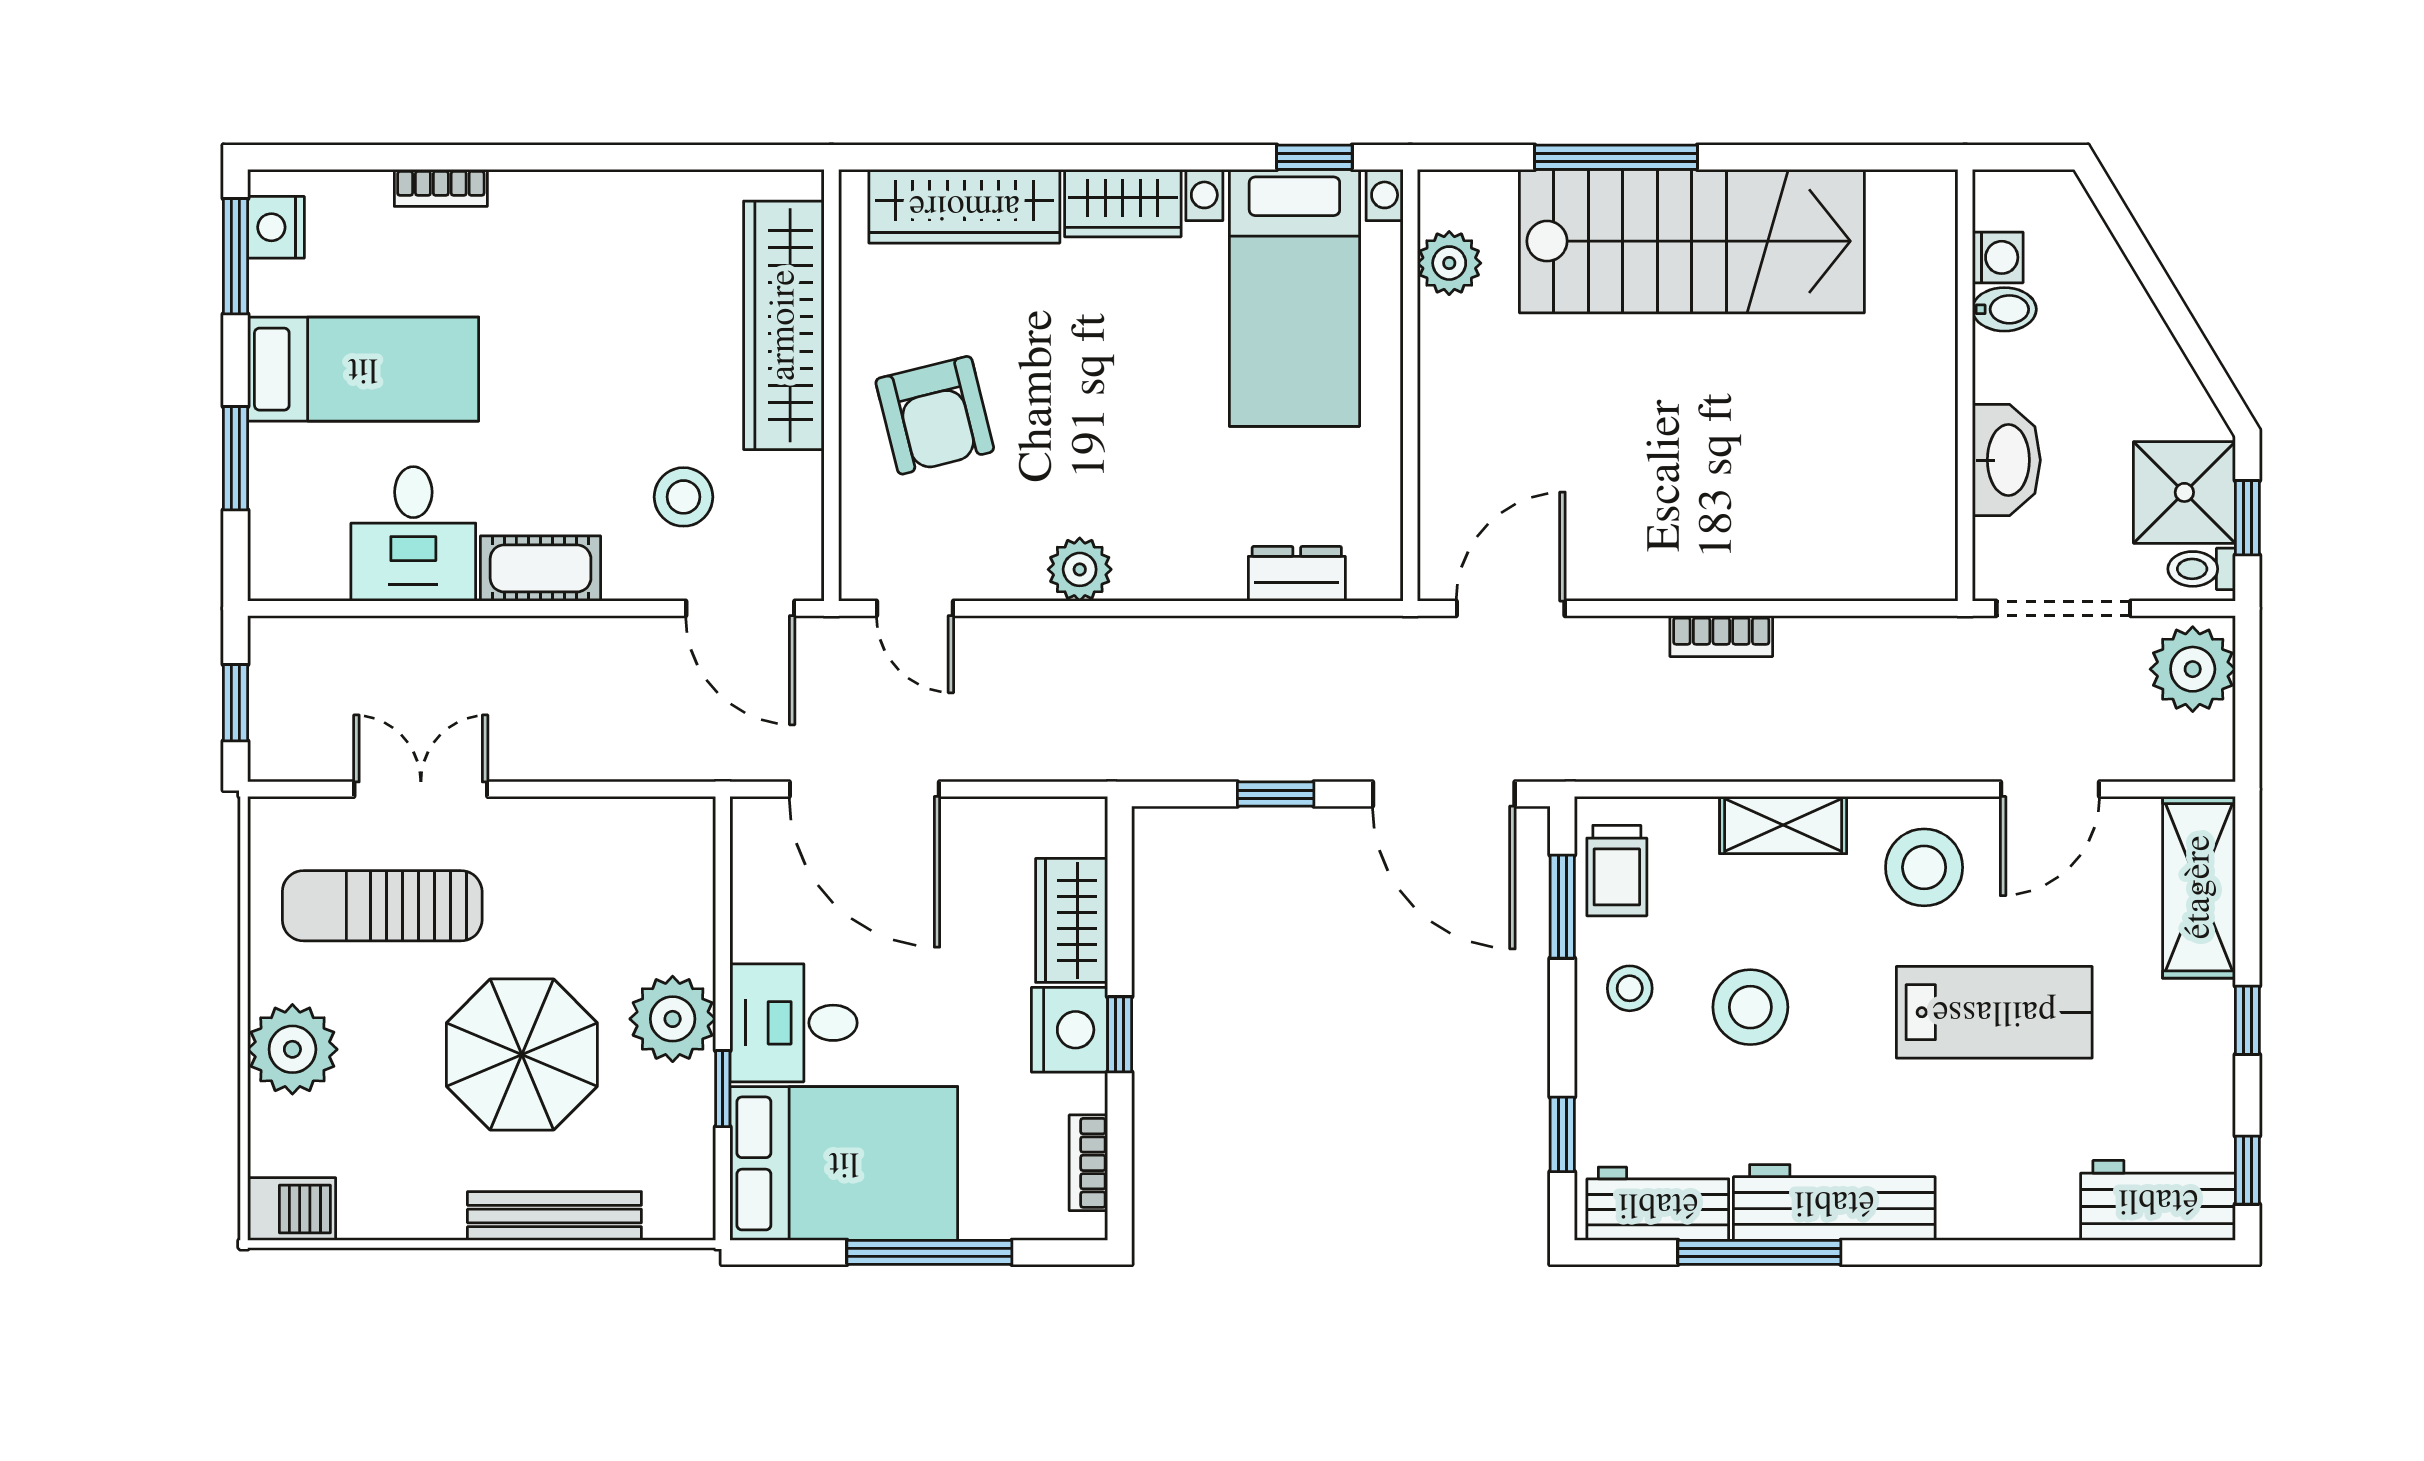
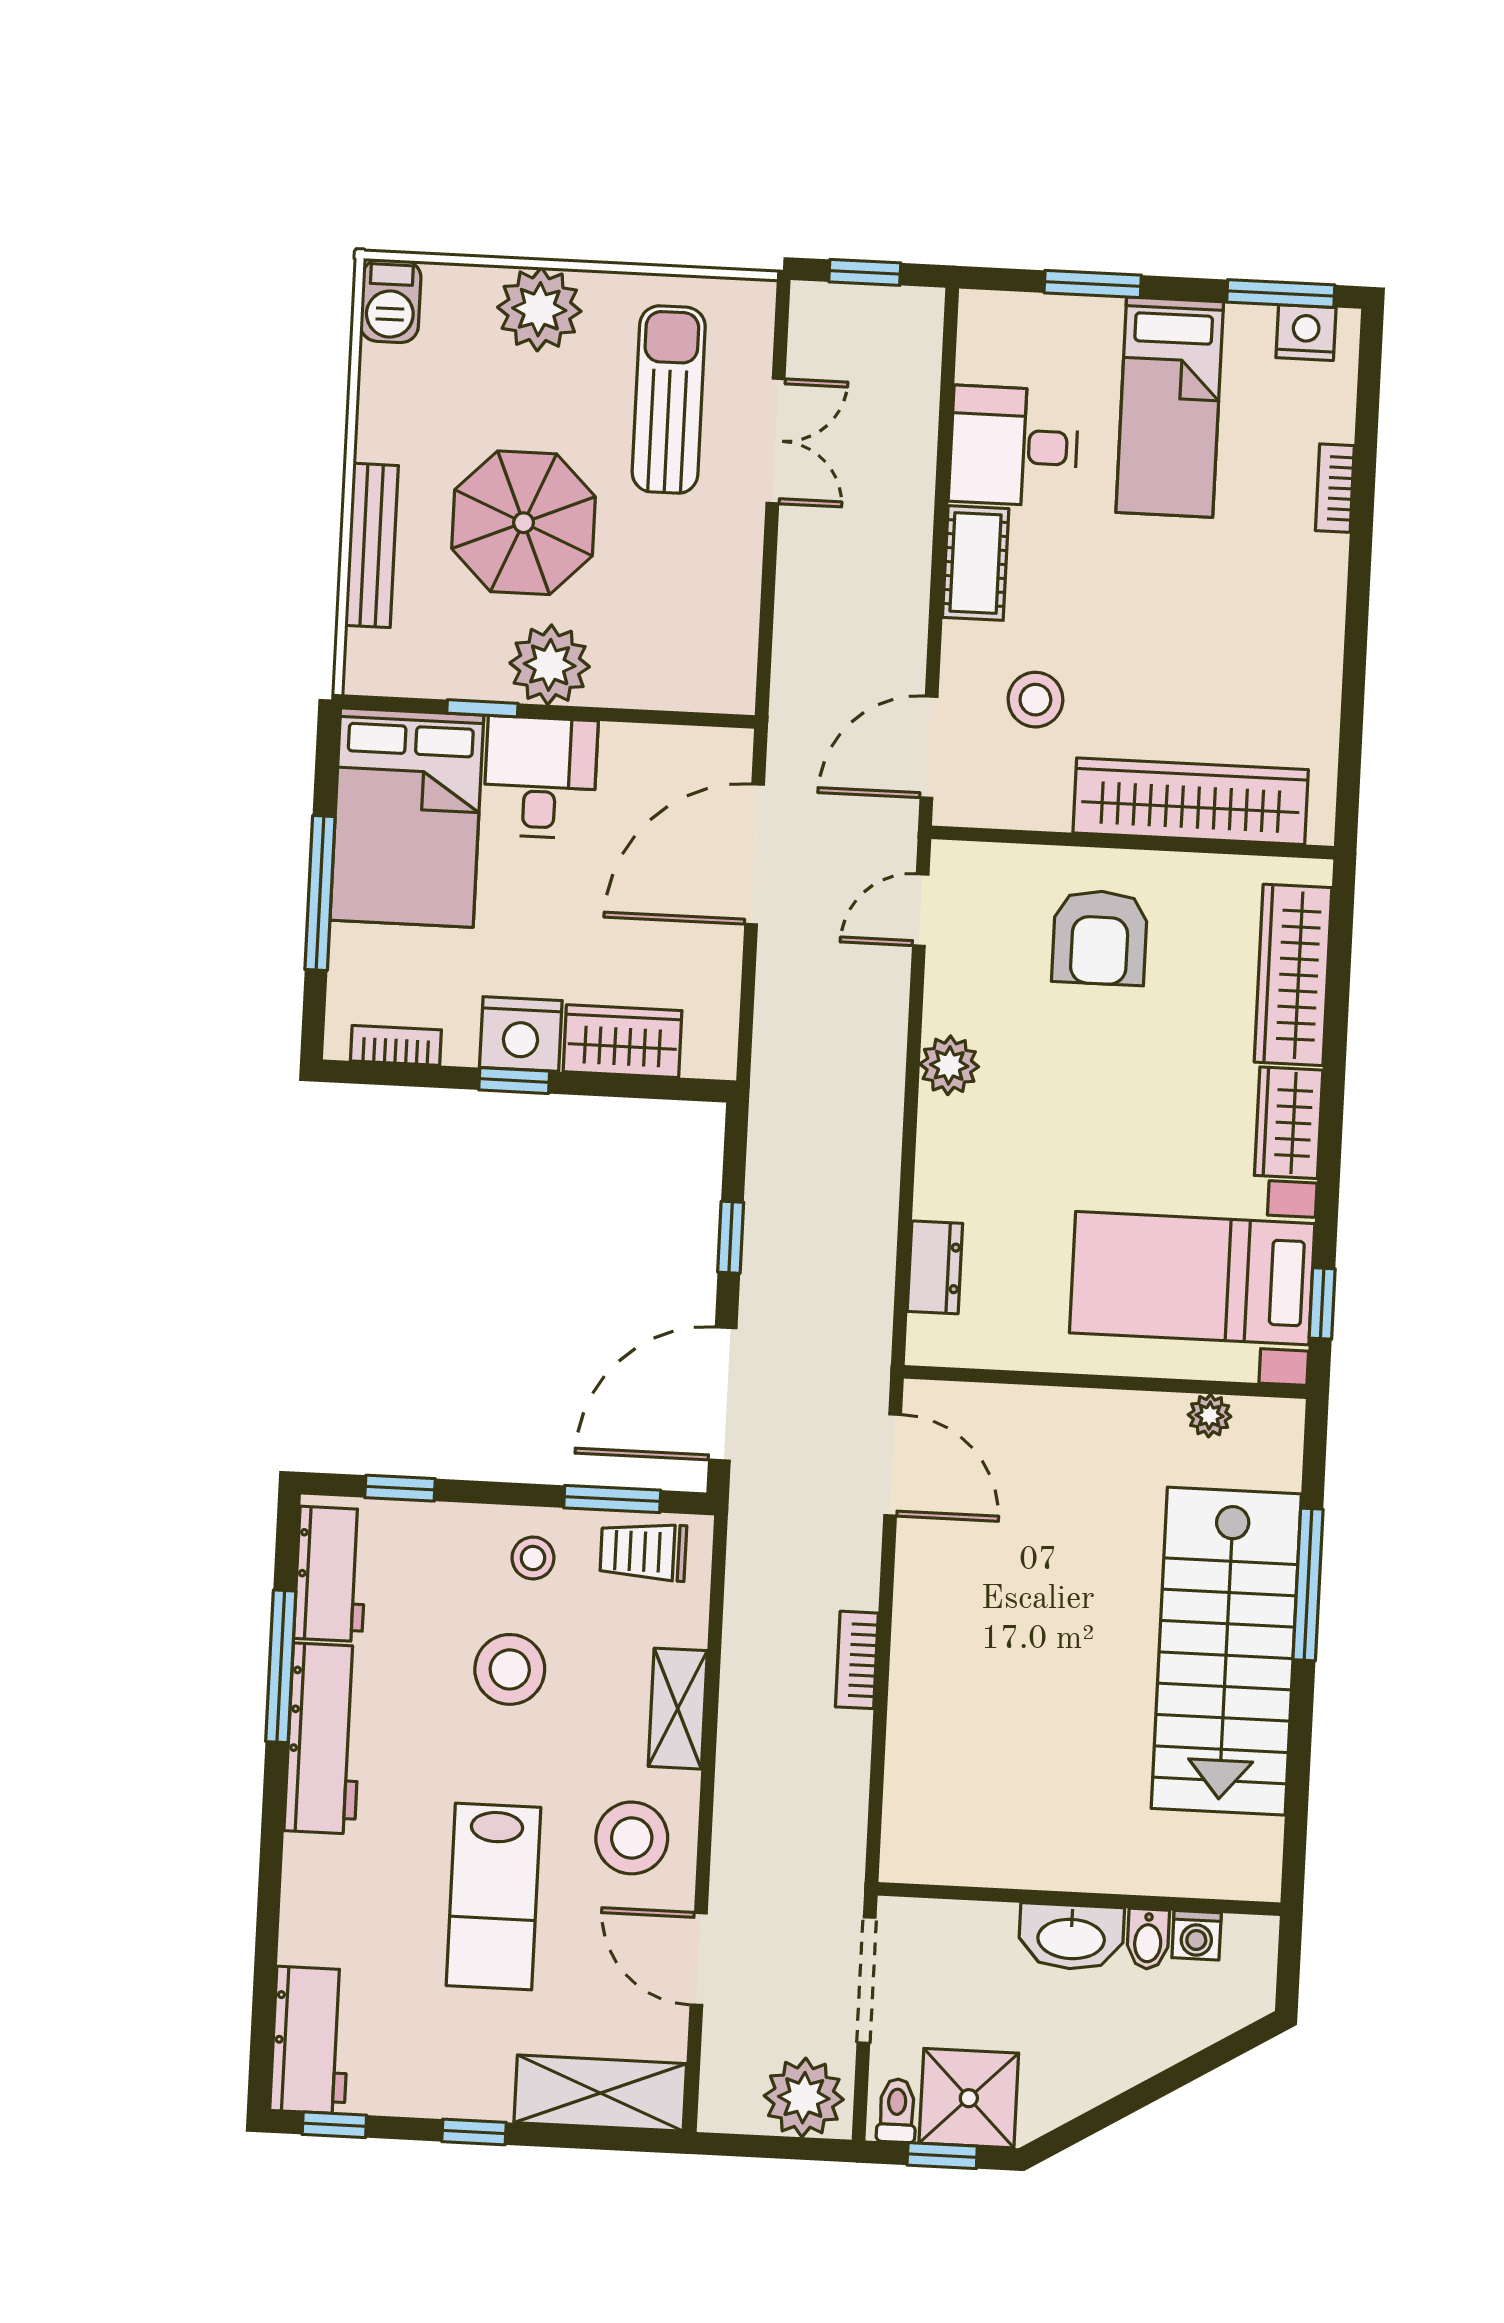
plant: (1449, 263) -> (1210, 1416), width x0.73, depth x0.73
armchair: (935, 415) -> (1100, 938), turned -76
washbasin: (2006, 460) -> (1071, 1937), moved

